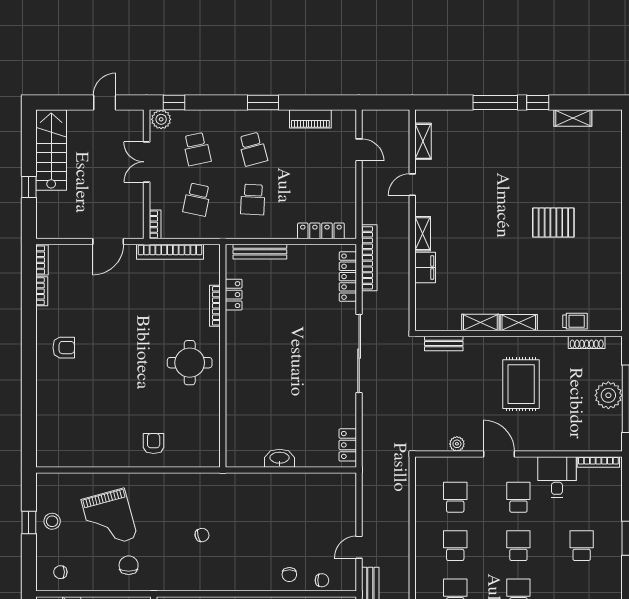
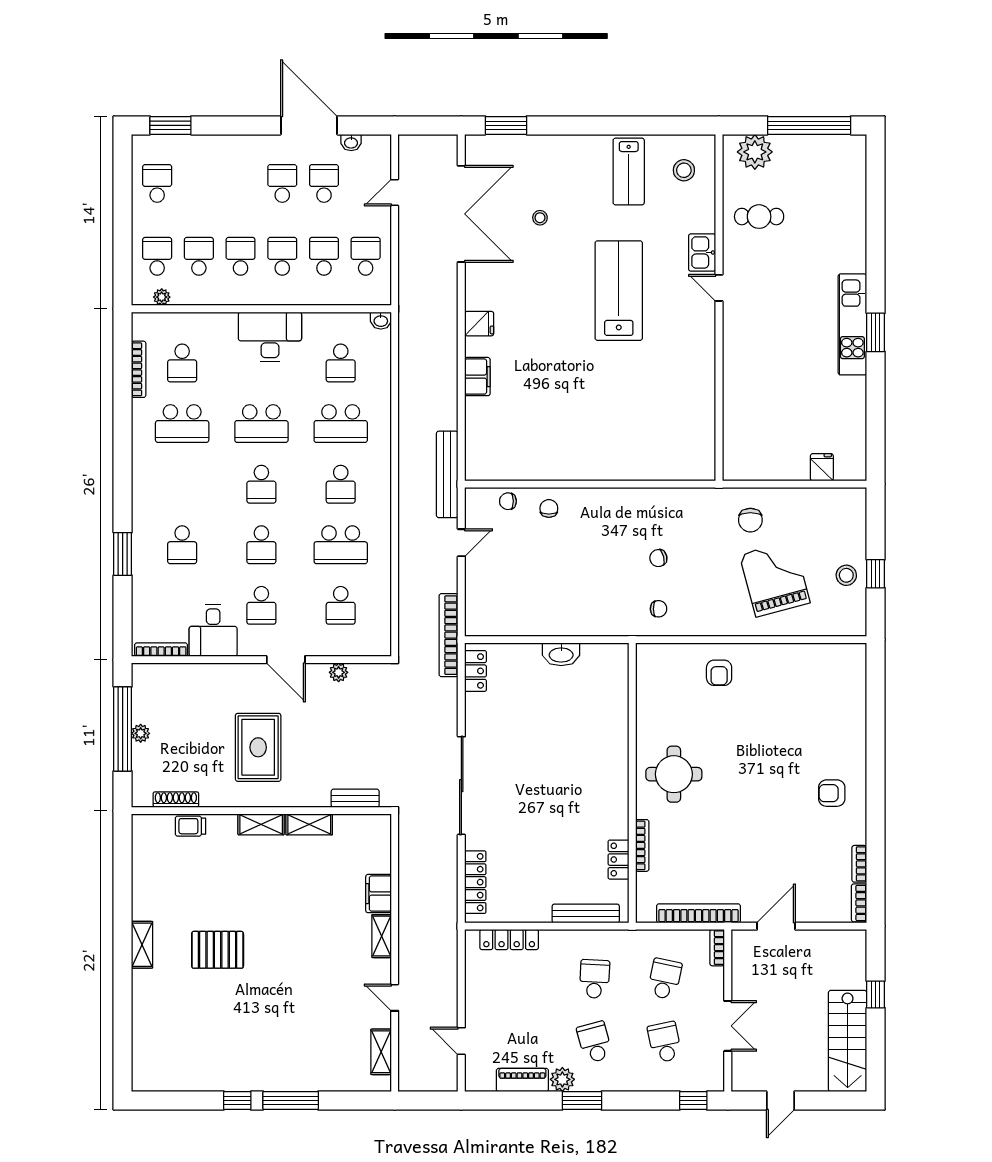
shelving: (573, 118) -> (142, 945), moved, turned 90
plant: (161, 119) -> (562, 1079), moved
door: (412, 185) -> (395, 998), swing flipped
bookcase: (369, 258) -> (449, 635), moved
plant: (608, 395) -> (141, 733), width x0.53, depth x0.53
school desk: (455, 546) -> (341, 545), width x1.85
chair: (60, 572) -> (658, 609), moved

